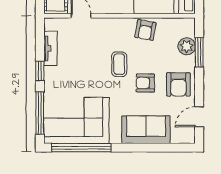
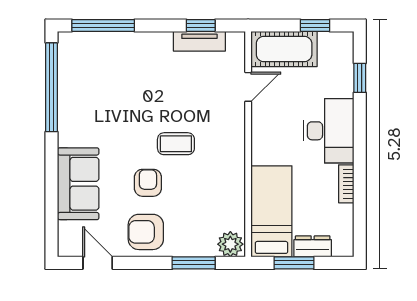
armchair: (145, 30) -> (227, 183), removed
plant: (187, 46) -> (230, 244), moved
window: (40, 71) -> (201, 25), moved
corner sofa: (76, 120) -> (92, 80), removed

